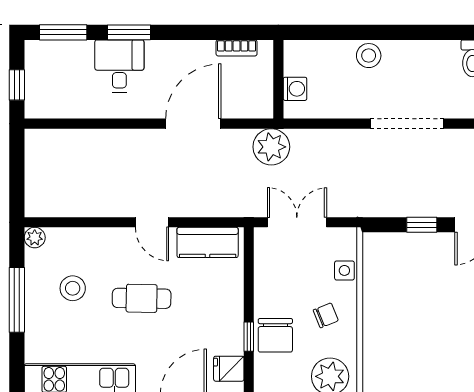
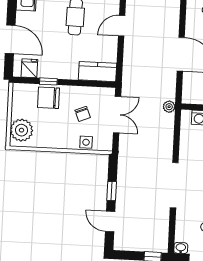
plant: (271, 147) -> (169, 107), width x0.53, depth x0.53
kitchen counter: (208, 242) -> (97, 72), moved, turned 90
chair: (326, 315) -> (83, 114), moved

